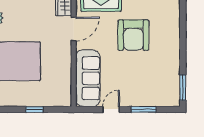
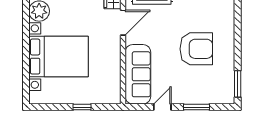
armchair: (133, 35) -> (196, 49), moved, turned -90

